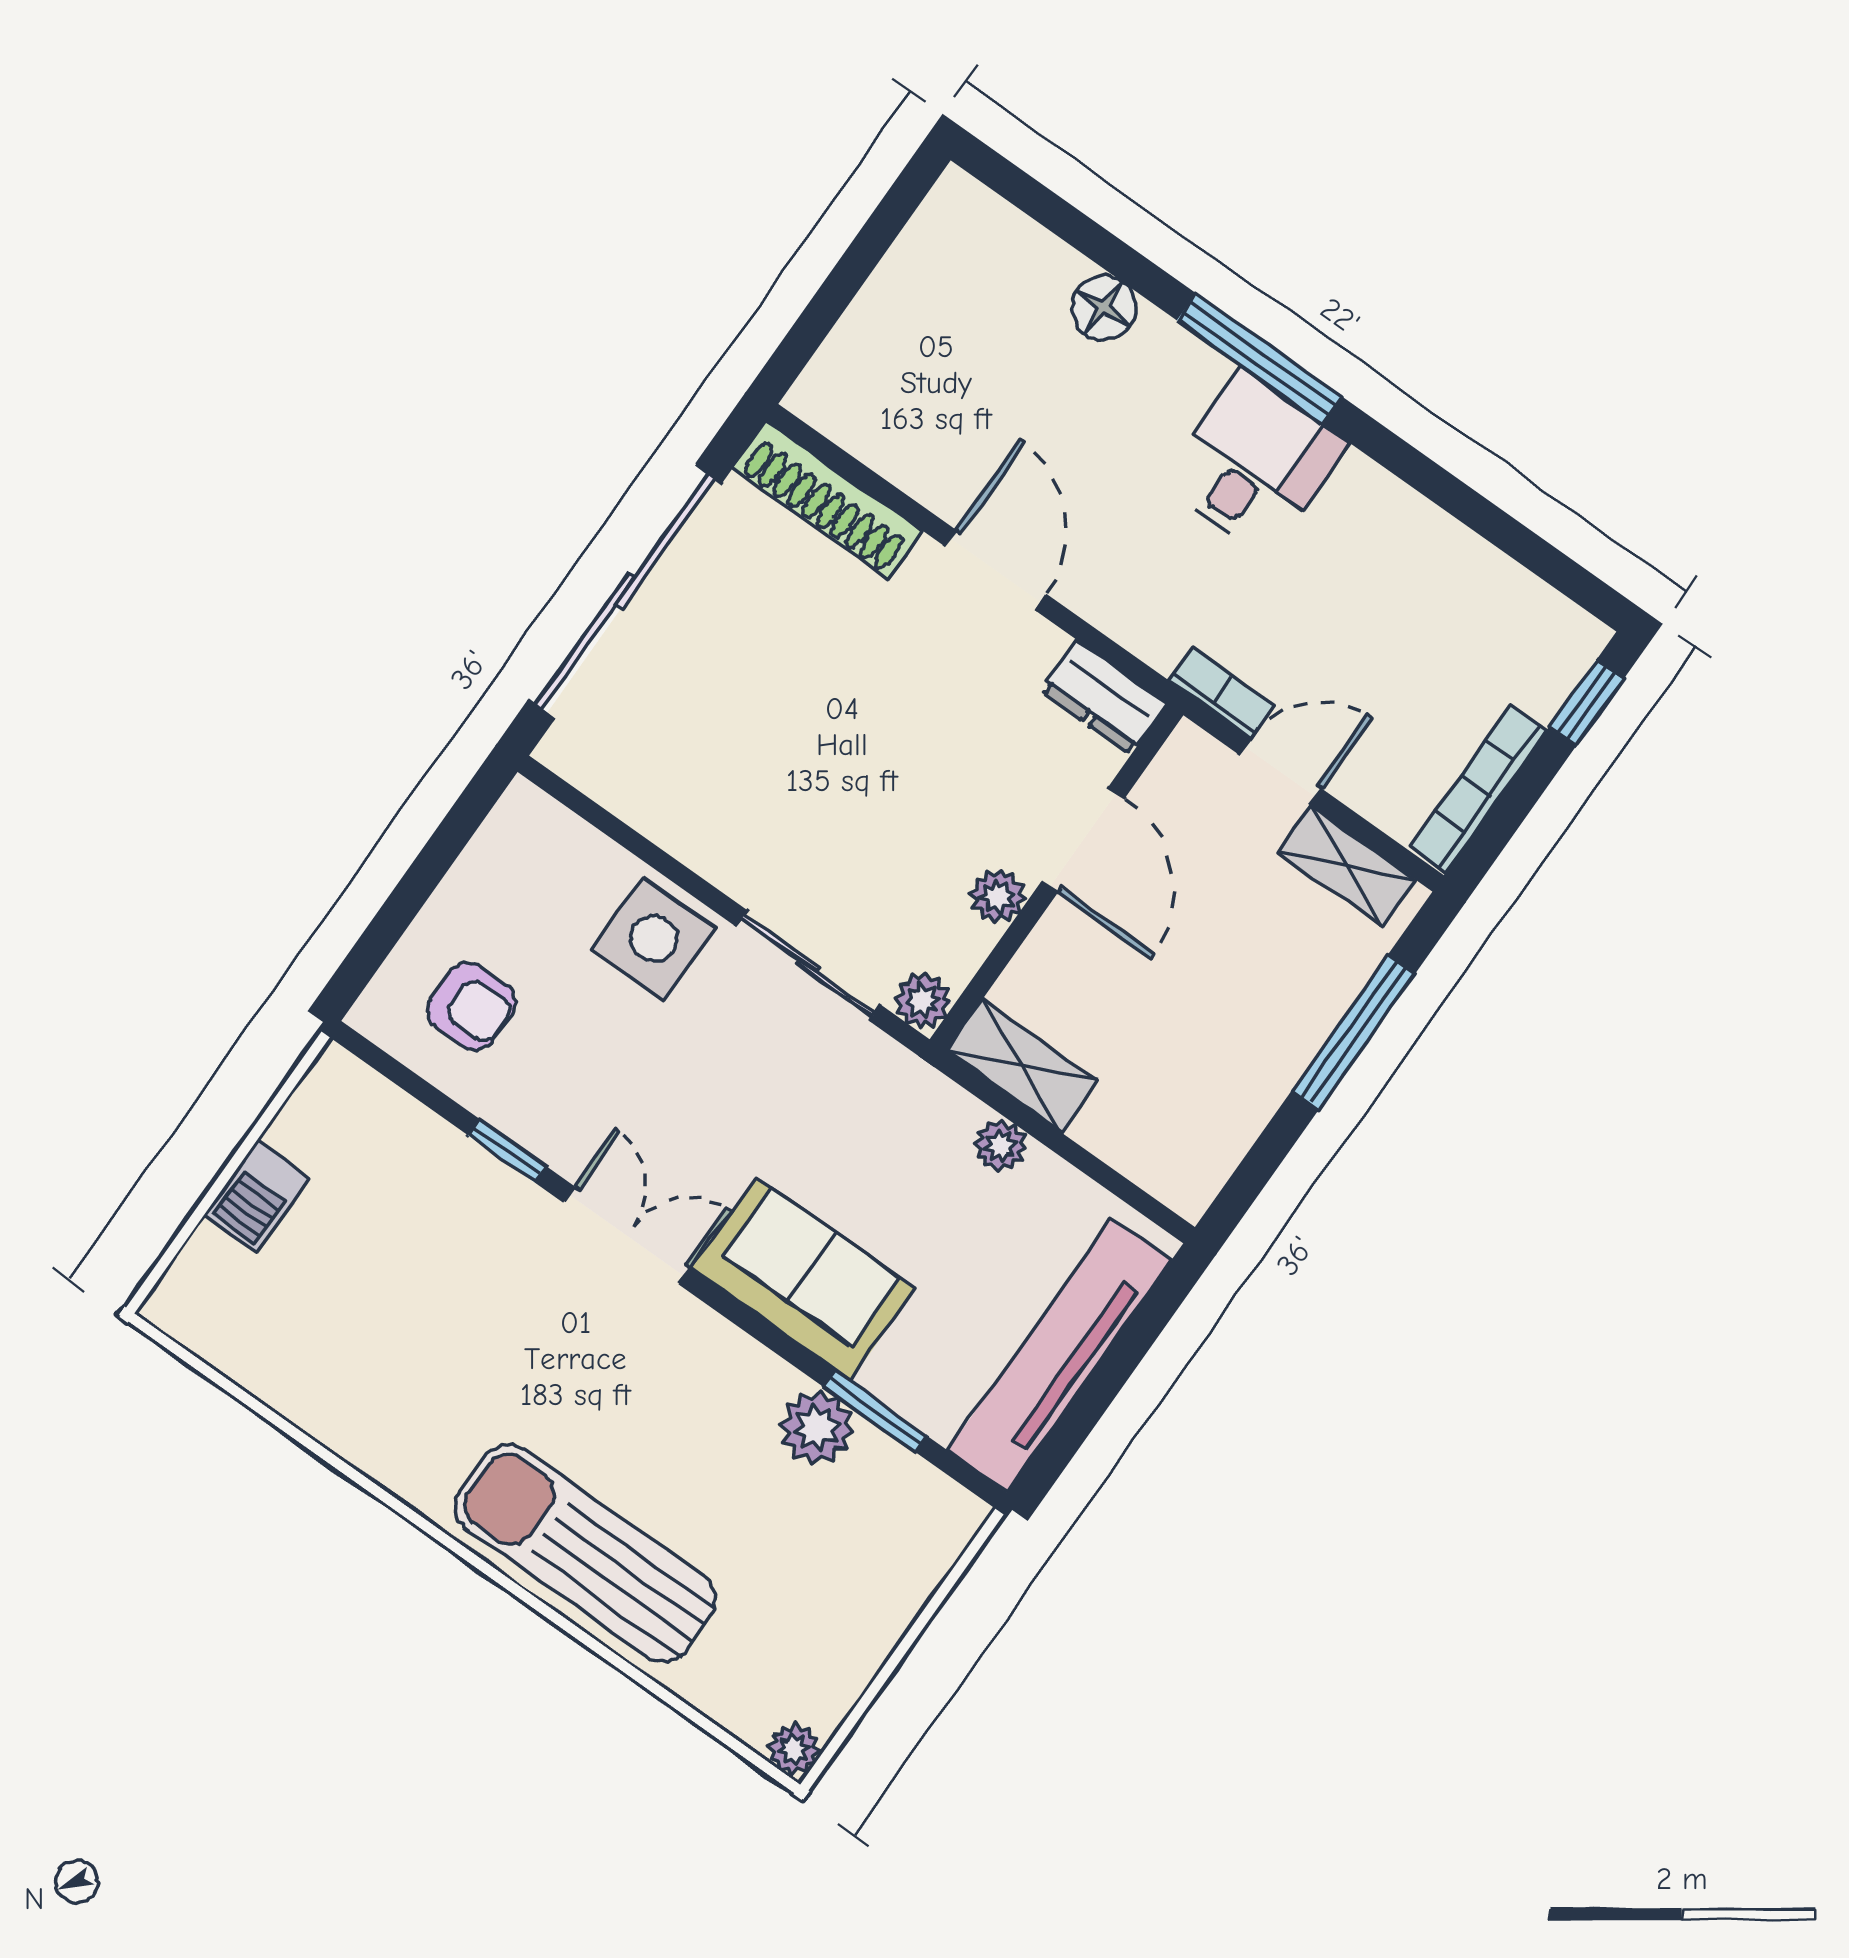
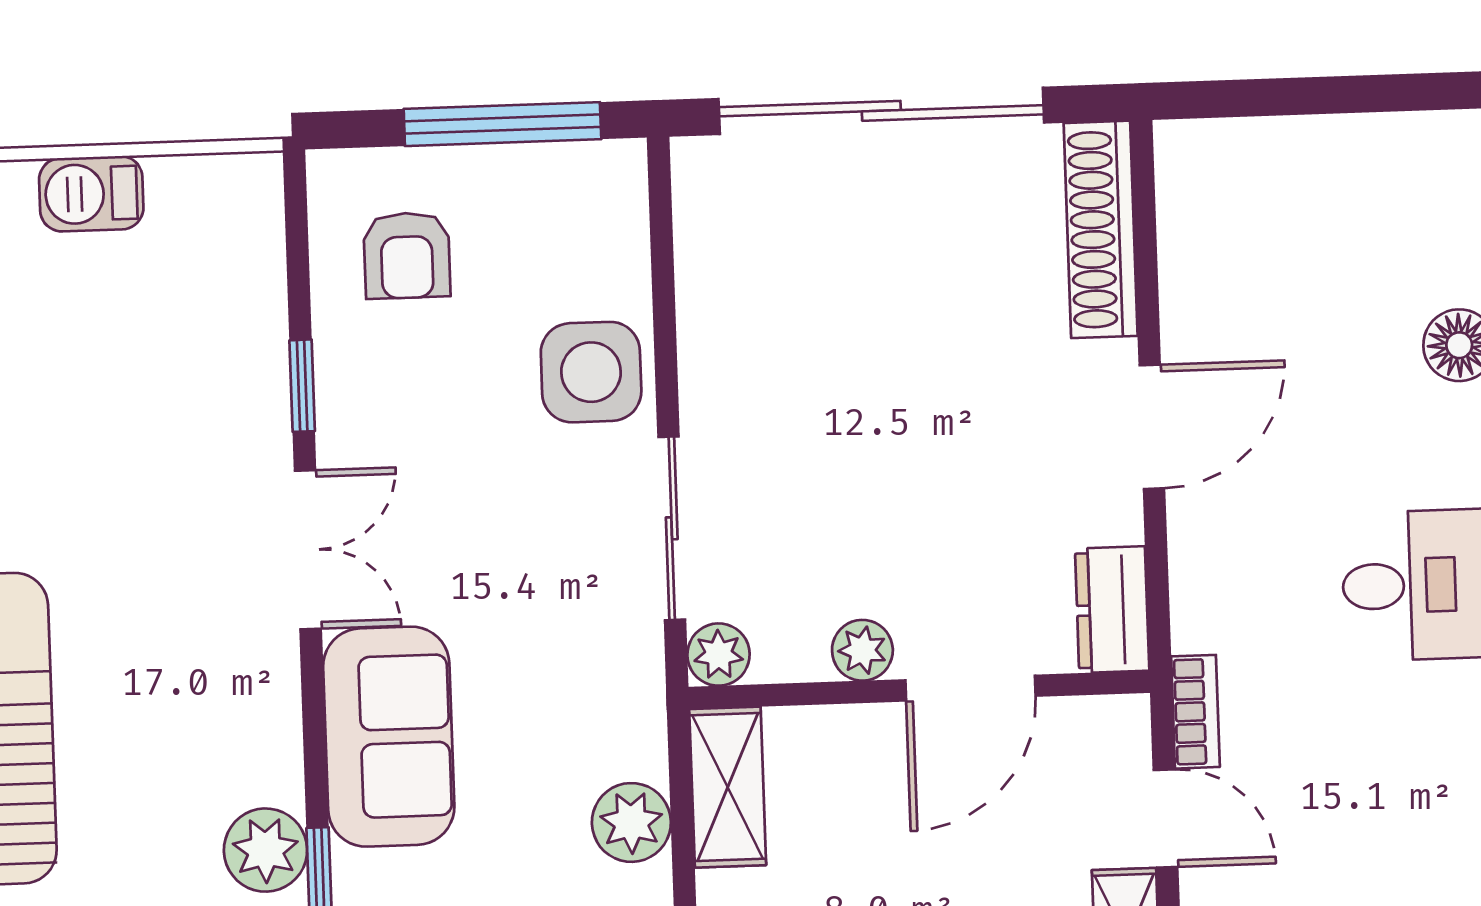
window: (430, 867) -> (502, 124), added
plant: (1001, 1145) -> (631, 822), width x1.38, depth x1.38

